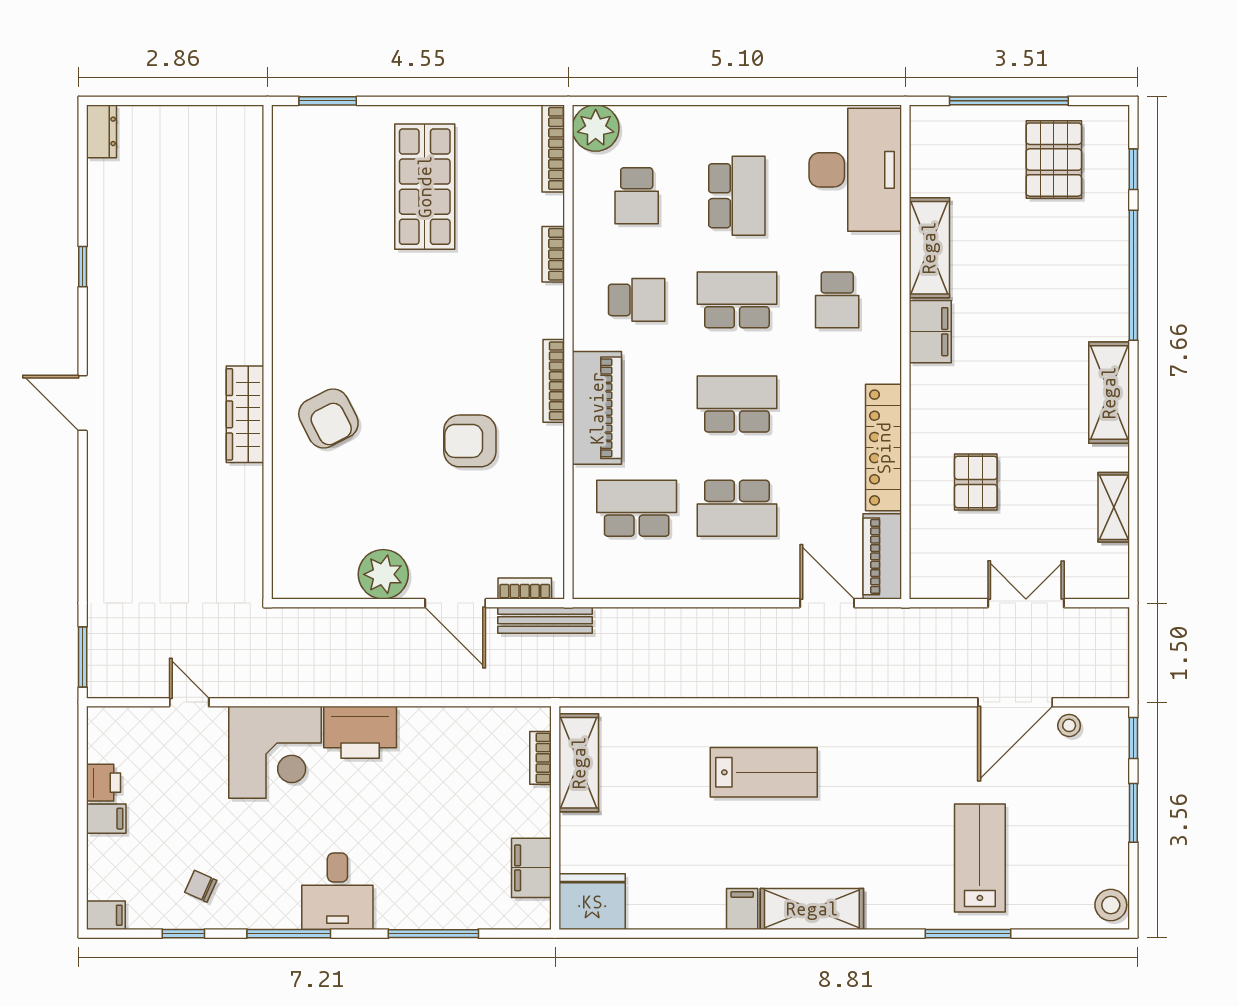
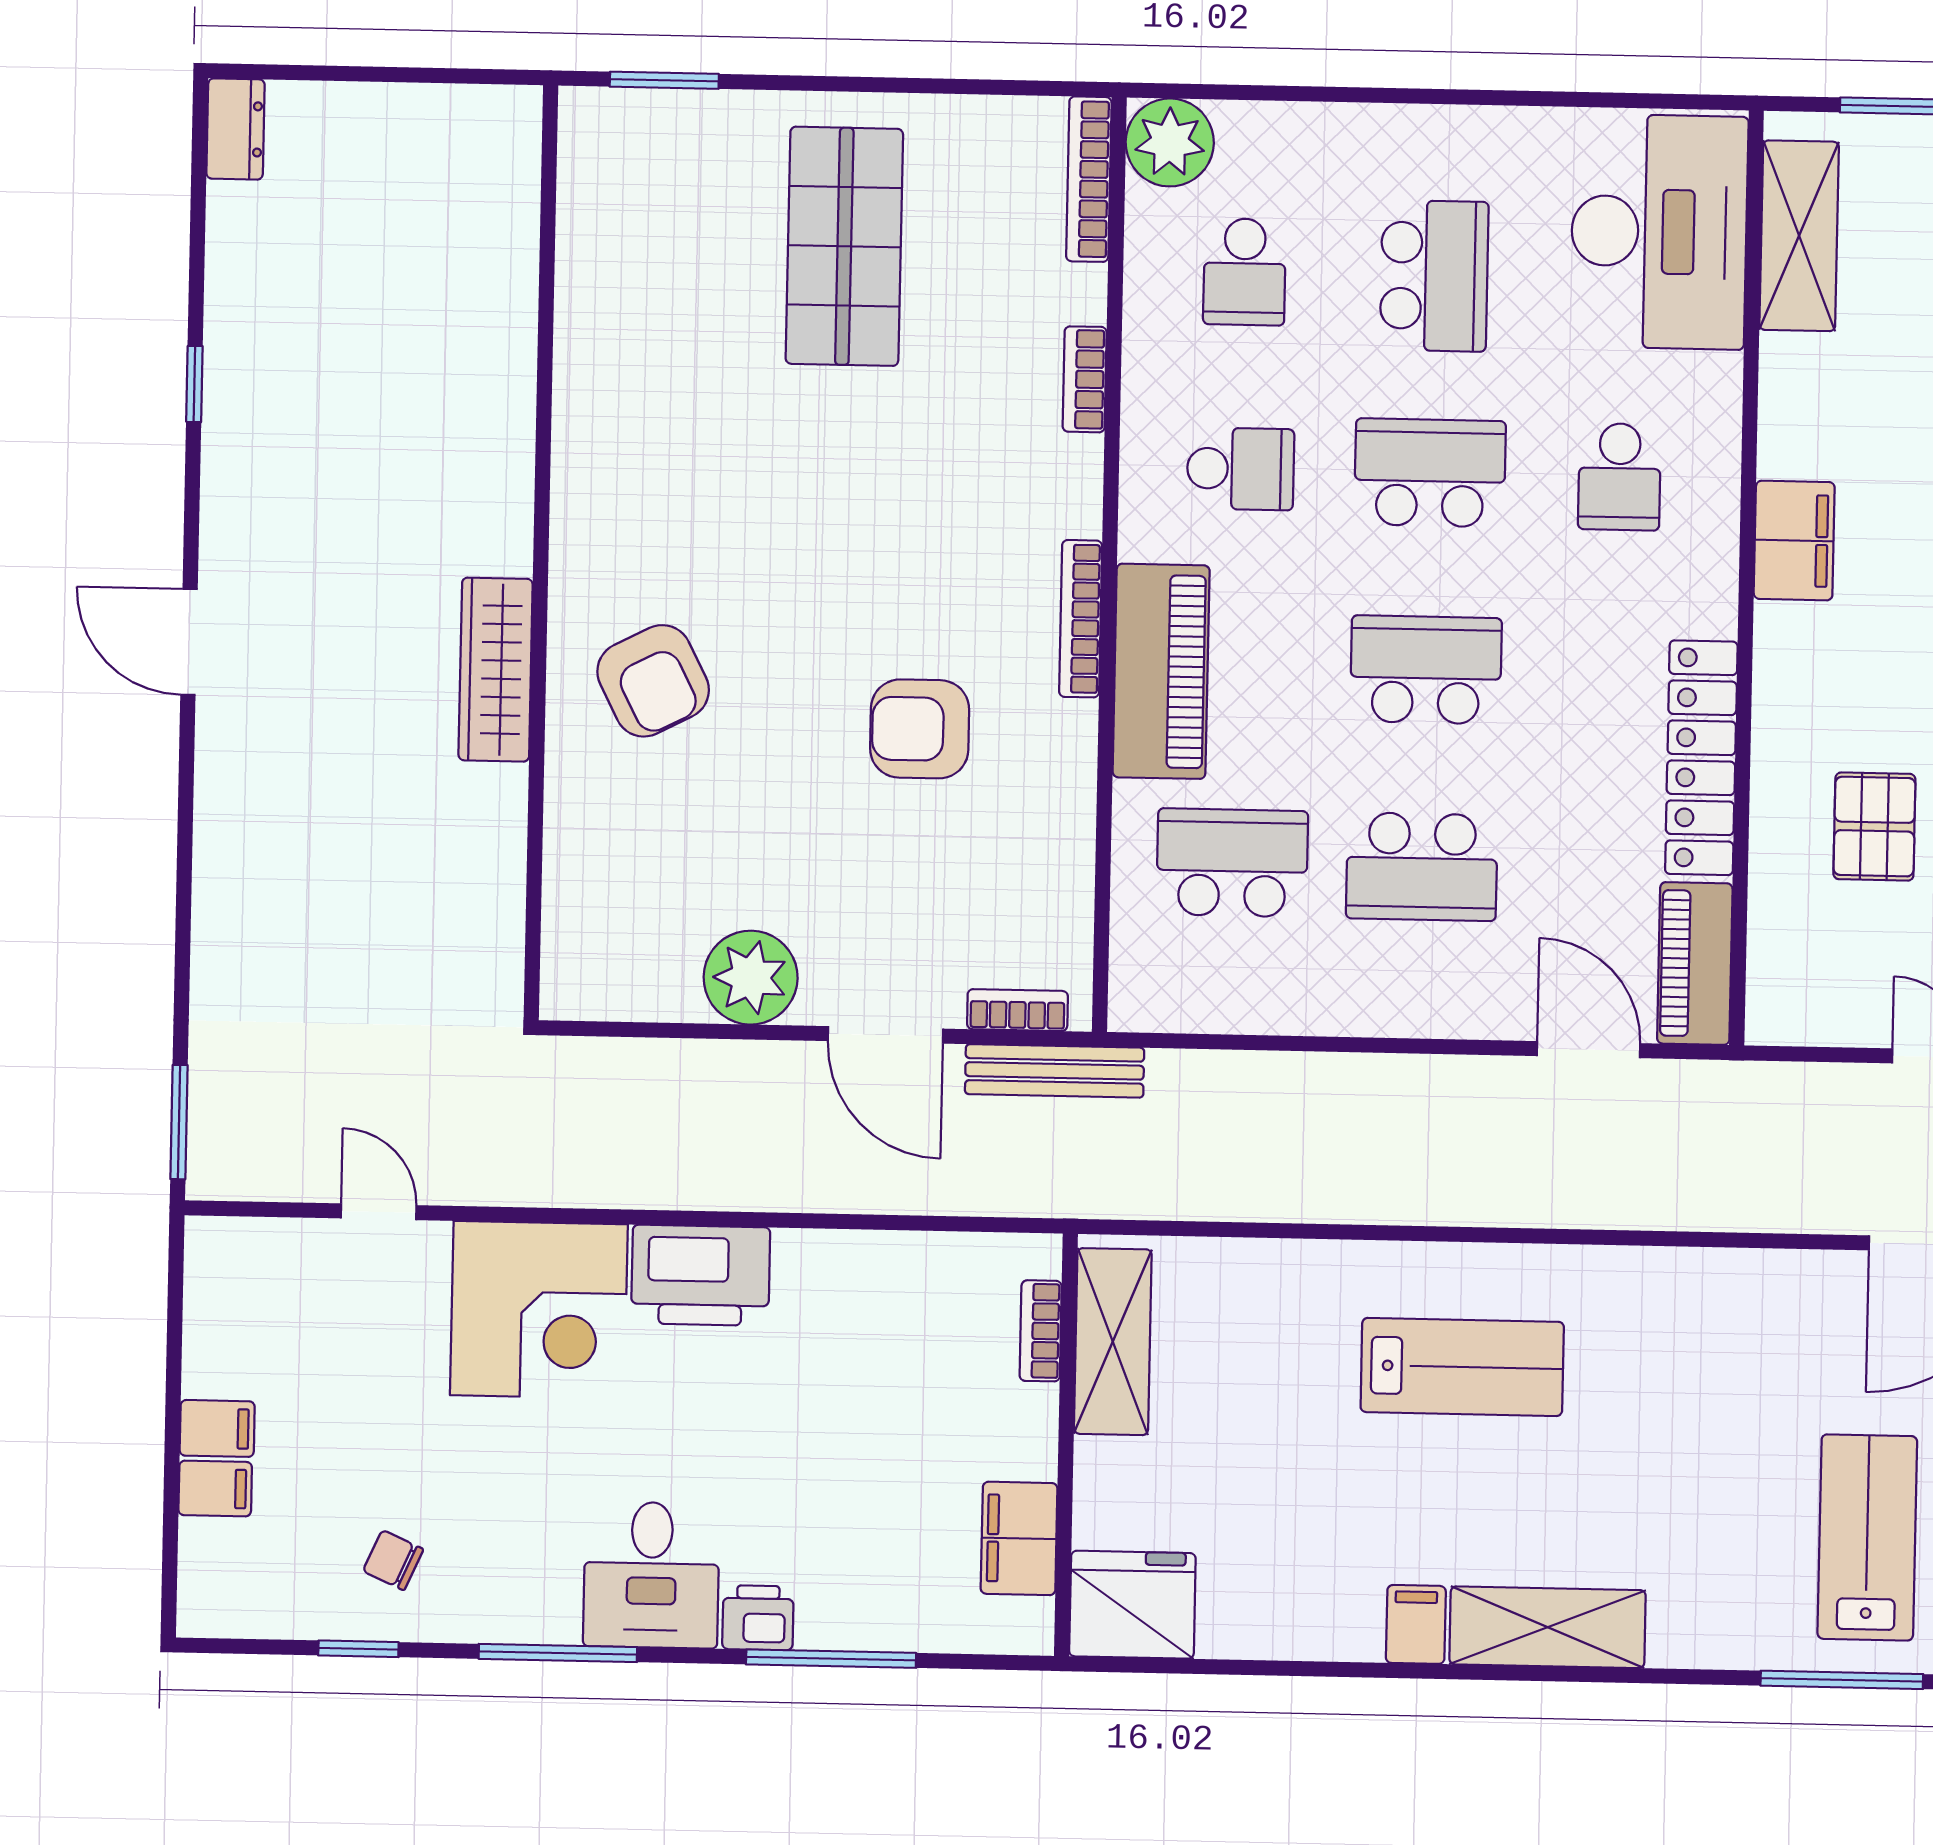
shelving: (929, 248) -> (1799, 236), moved
printer: (103, 783) -> (758, 1618), moved, turned -90
filing cabinet: (106, 915) -> (215, 1489), moved

